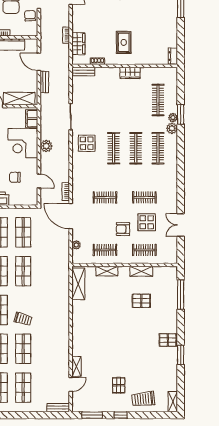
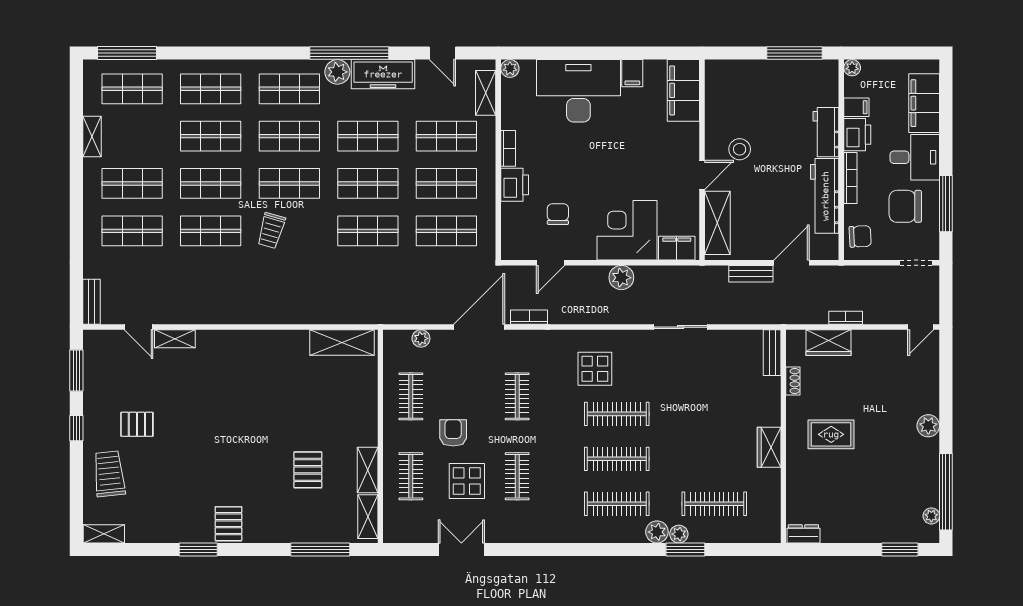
chair: (30, 16) -> (860, 236), moved
display table: (87, 143) -> (595, 369), moved
shelving: (107, 271) -> (368, 517), moved

